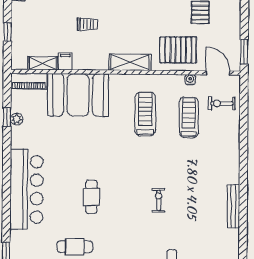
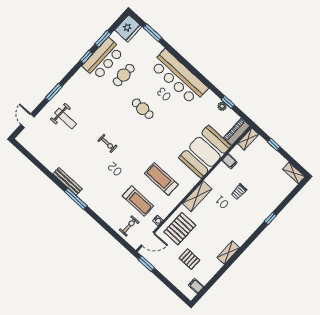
shelving: (43, 63) -> (248, 139), moved
treadmill: (145, 114) -> (161, 179), turned 180
window: (243, 182) -> (76, 199), added

